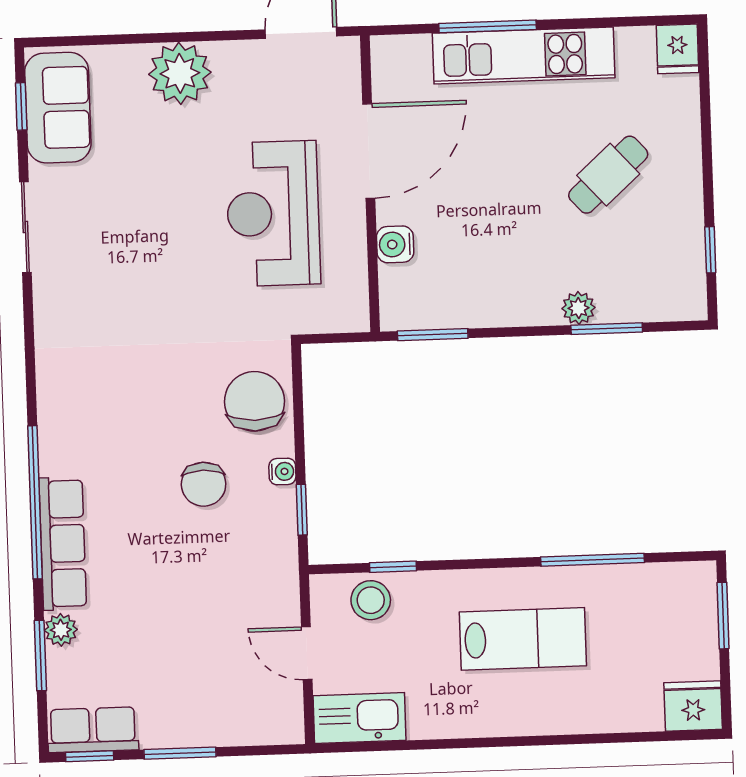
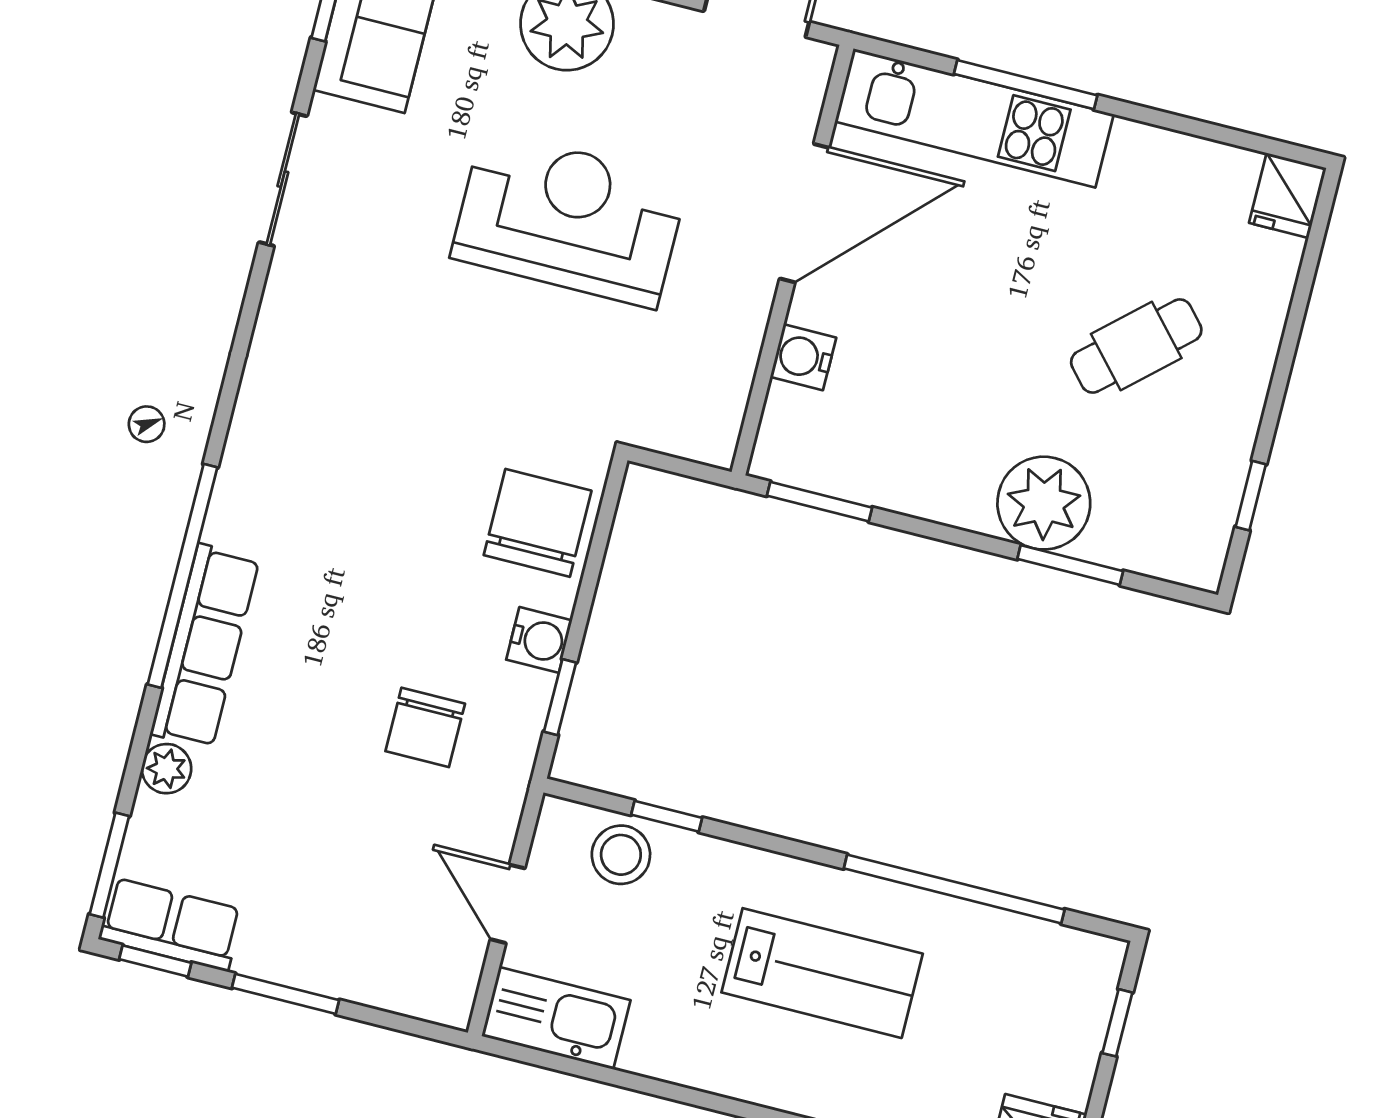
kitchen unit: (524, 55) -> (974, 118), moved
reception desk: (273, 214) -> (569, 219), moved, turned 90
plant: (578, 308) -> (1044, 503), width x1.88, depth x1.88
water cooler: (282, 471) -> (539, 640), width x1.38, depth x1.38
chair: (204, 484) -> (425, 727), moved
window: (593, 560) -> (954, 889), width x1.46
window: (723, 616) -> (1117, 1023), width x0.67
window: (40, 656) -> (109, 865), moved

